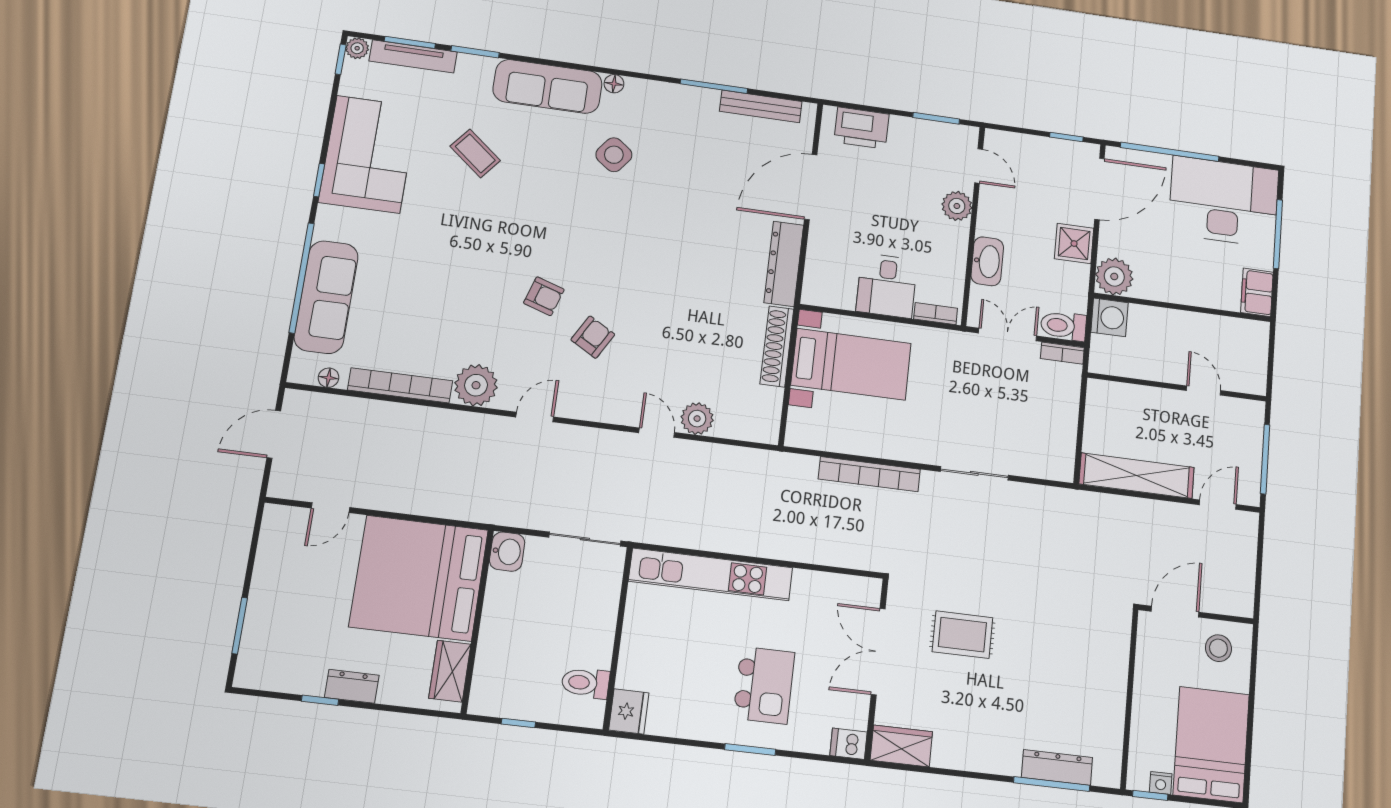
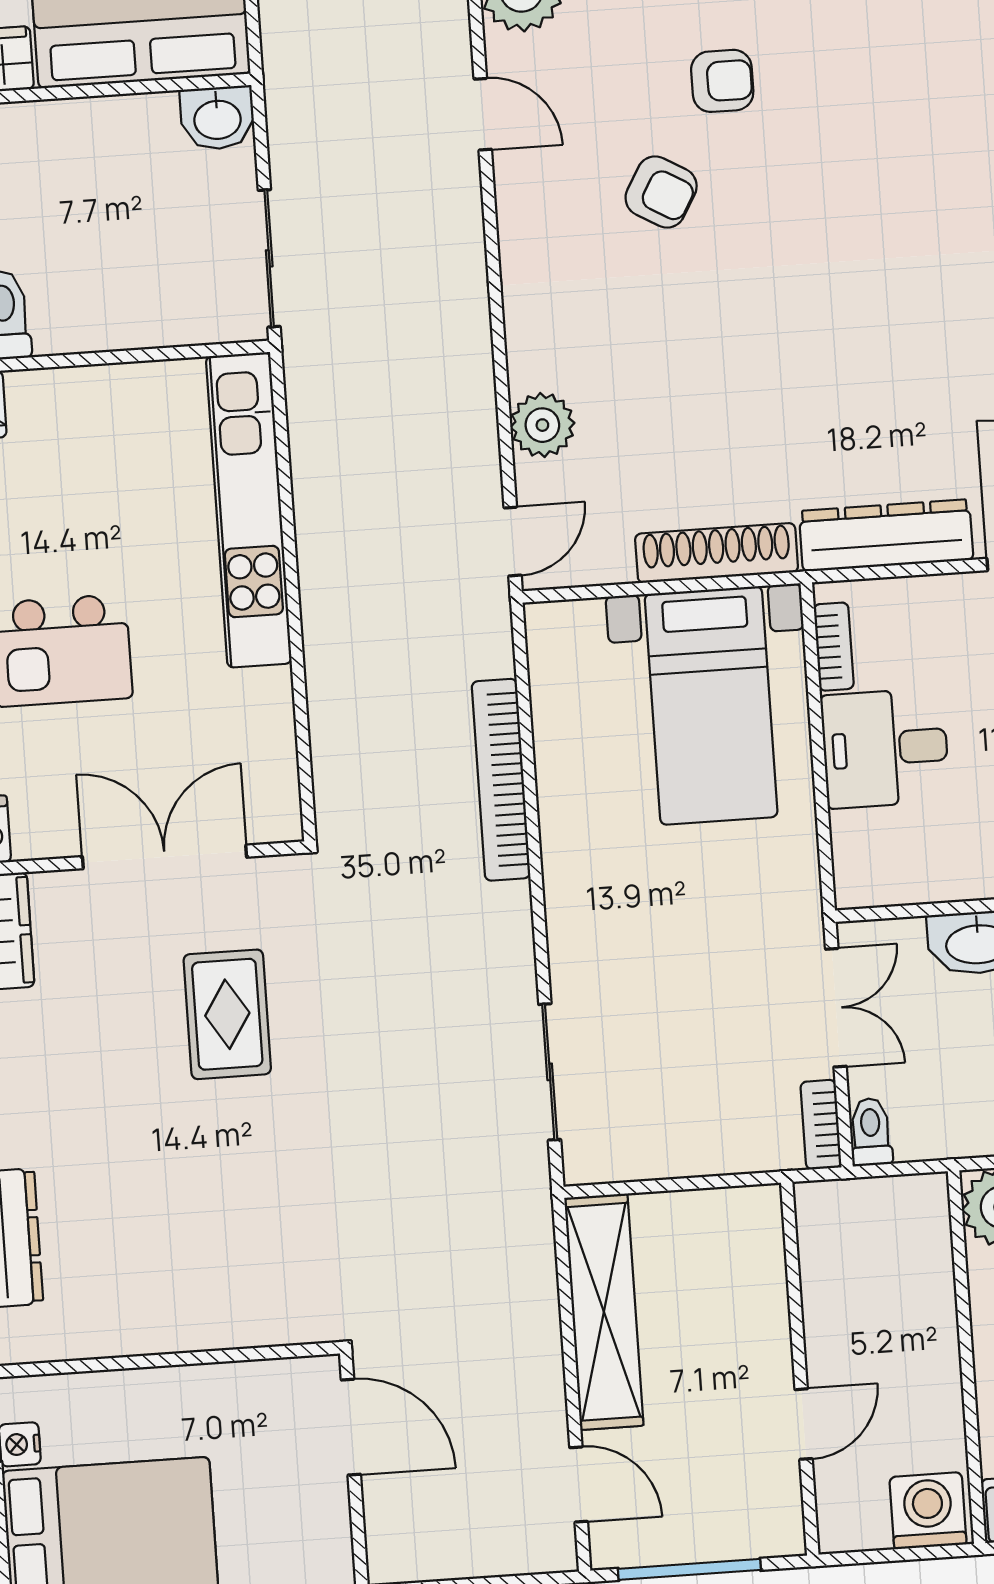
armchair: (544, 296) -> (722, 81), turned -108
bookcase: (936, 314) -> (834, 647), moved
washing machine: (1109, 317) -> (928, 1511), moved, turned 180
toilet: (1063, 326) -> (871, 1132), width x0.73, depth x0.72
door: (657, 433) -> (513, 542), moved
sliding door: (974, 473) -> (550, 1072), moved
stool: (1218, 648) -> (297, 1524), removed

